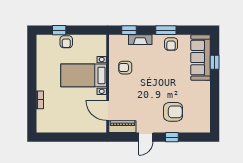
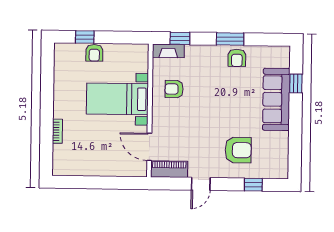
fireplace: (140, 40) -> (168, 51), moved
sofa: (201, 58) -> (276, 99), moved
window: (172, 137) -> (253, 185), moved

